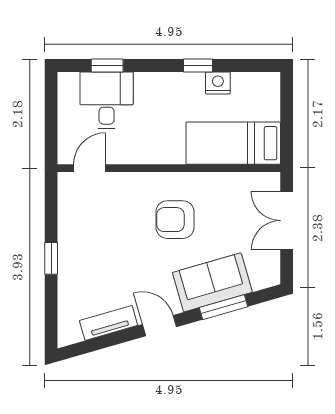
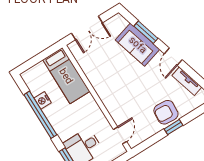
window: (198, 65) -> (40, 115), width x3.17
door: (90, 168) -> (120, 135), swing flipped
armchair: (175, 220) -> (166, 112), moved, turned 94

